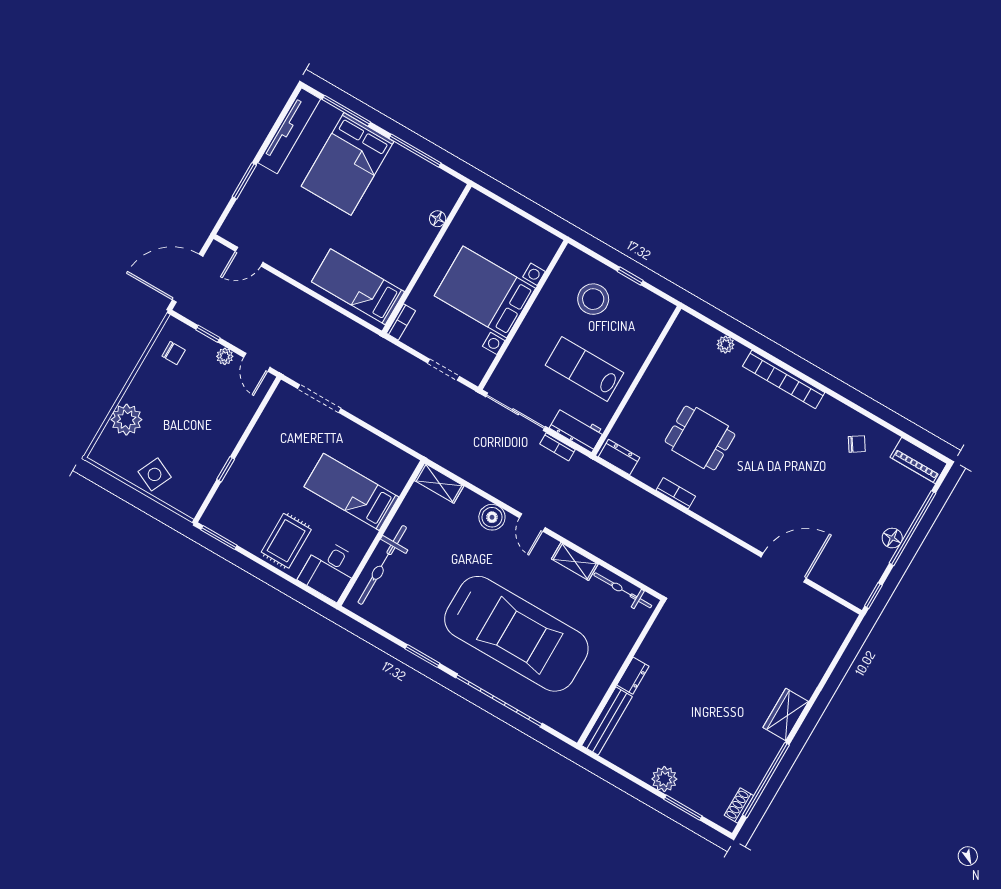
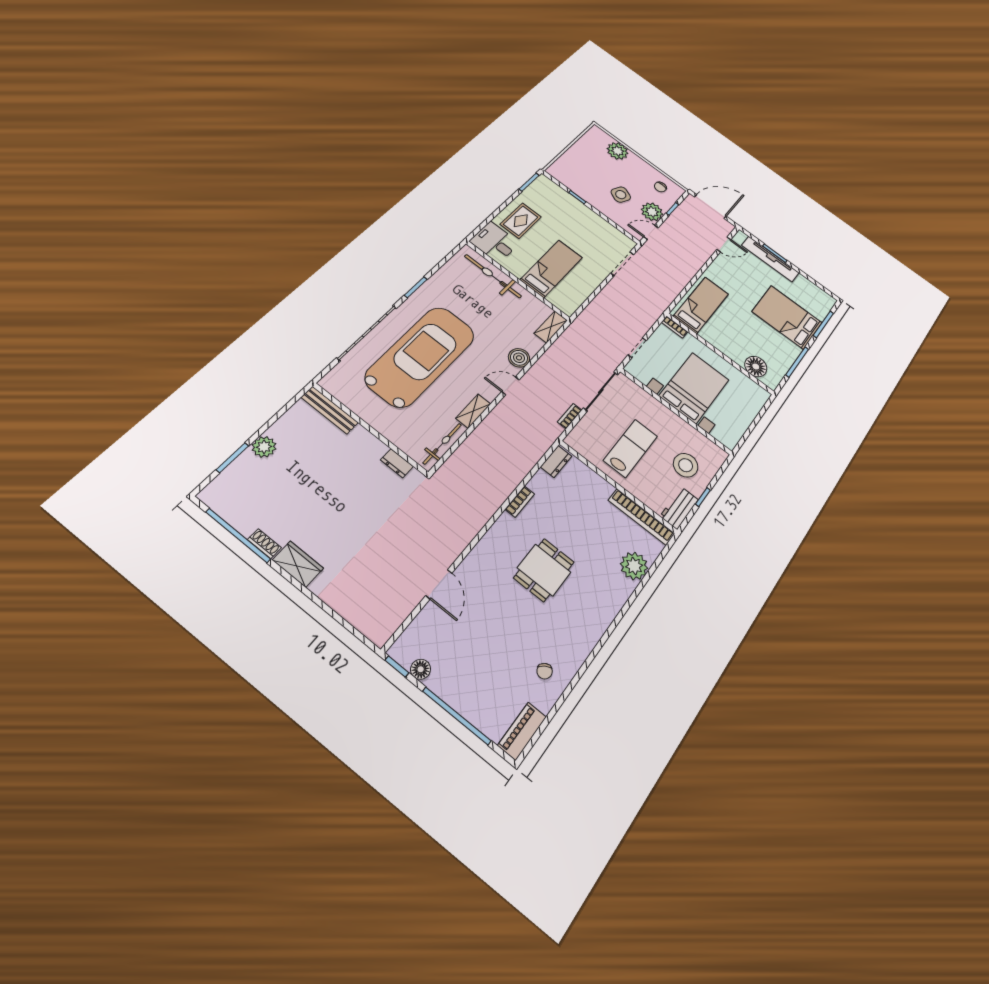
tv unit: (289, 131) -> (770, 259), moved
floor lamp: (438, 219) -> (756, 367), width x1.89, depth x1.89
door: (249, 257) -> (724, 244), swing flipped
door: (188, 278) -> (710, 206), hinge flipped
plant: (725, 345) -> (634, 566), width x1.87, depth x1.87
plant: (225, 356) -> (652, 212), width x1.87, depth x1.87
bookcase: (784, 379) -> (641, 517), moved, turned -90
workbench: (577, 429) -> (679, 508), moved, turned 180
dining table: (700, 438) -> (544, 570), moved
side table: (155, 474) -> (621, 195), moved
floor lamp: (892, 538) -> (421, 669), moved
rug: (286, 541) -> (521, 221), turned 90
door: (784, 568) -> (439, 584), width x0.73
car: (516, 634) -> (421, 356), turned 180
dresser: (633, 676) -> (397, 463), moved
shoe rack: (739, 805) -> (264, 544), moved

